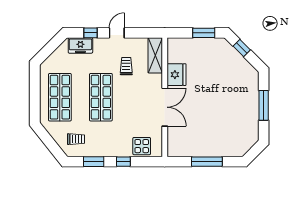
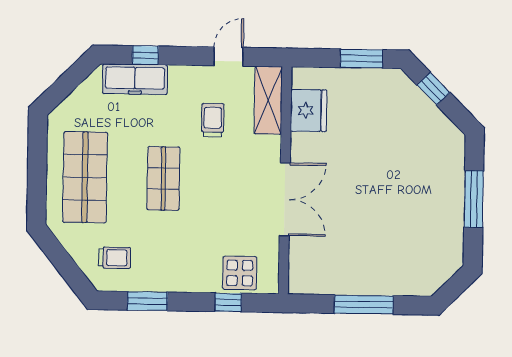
door: (117, 33) -> (228, 57), moved
freezer: (80, 45) -> (135, 79), width x1.40
fridge: (176, 75) -> (309, 110), moved
shop shelf: (101, 97) -> (163, 178), width x0.70, depth x0.74
window: (123, 162) -> (228, 302), moved

